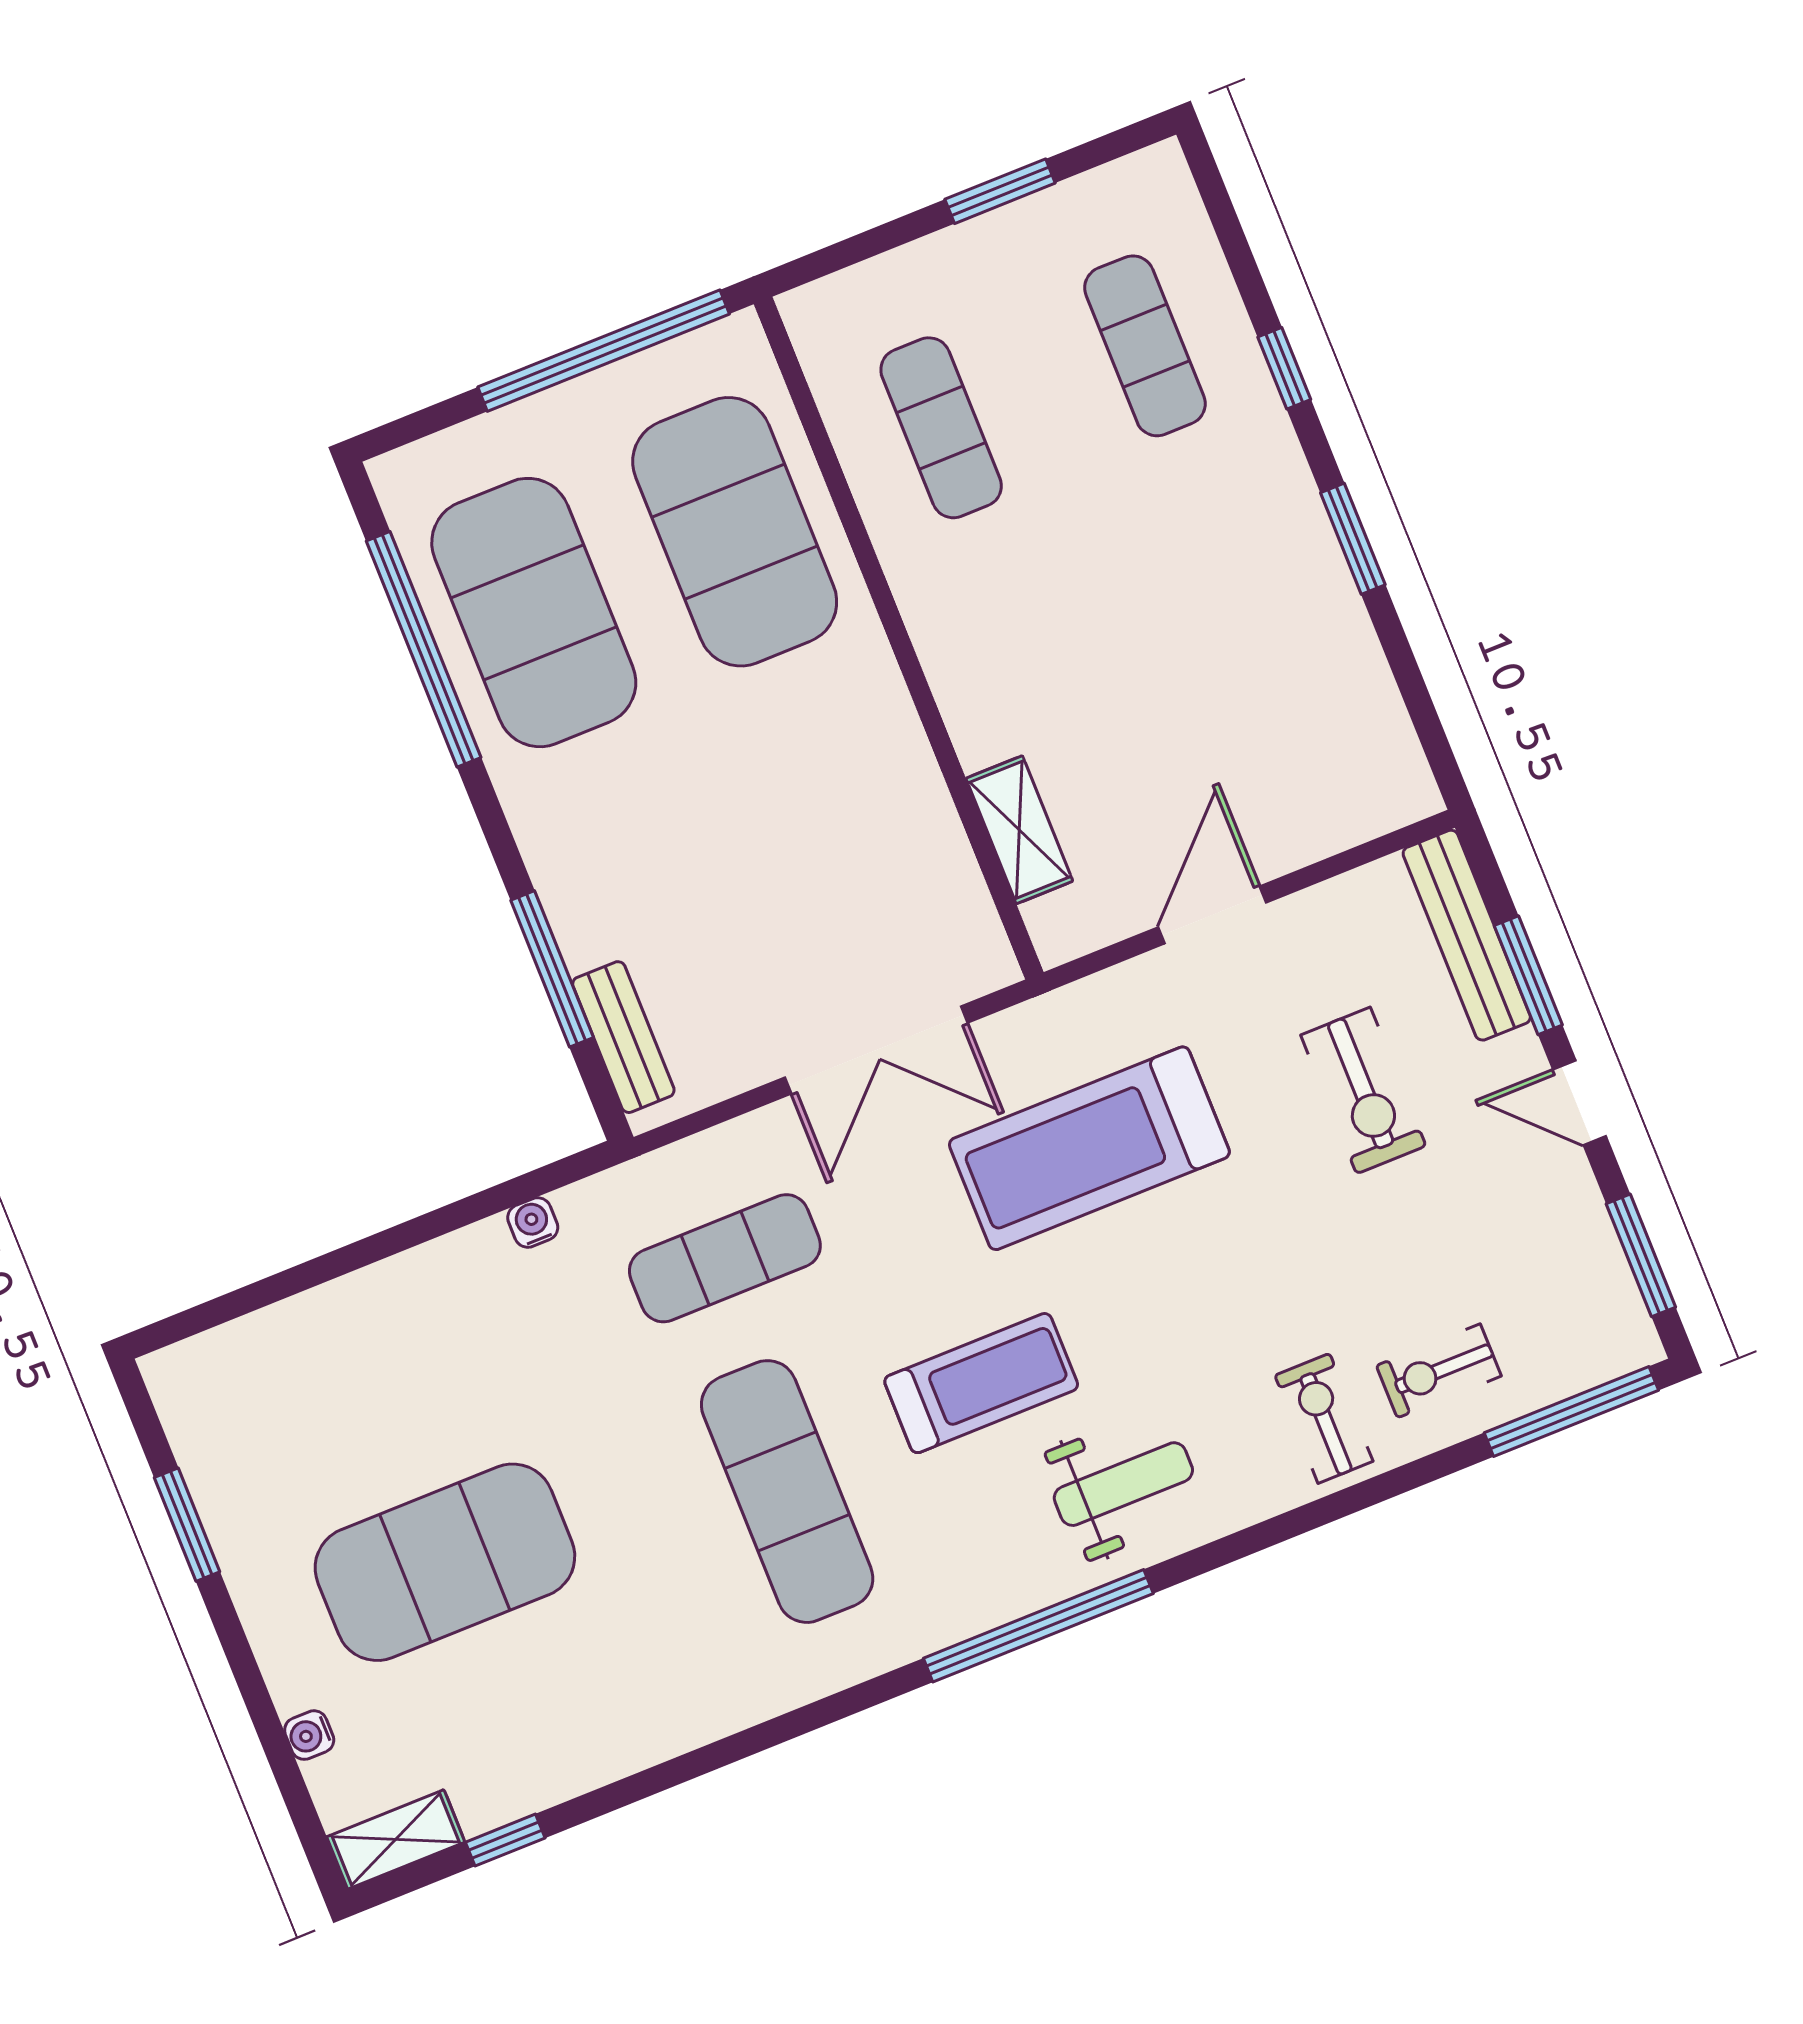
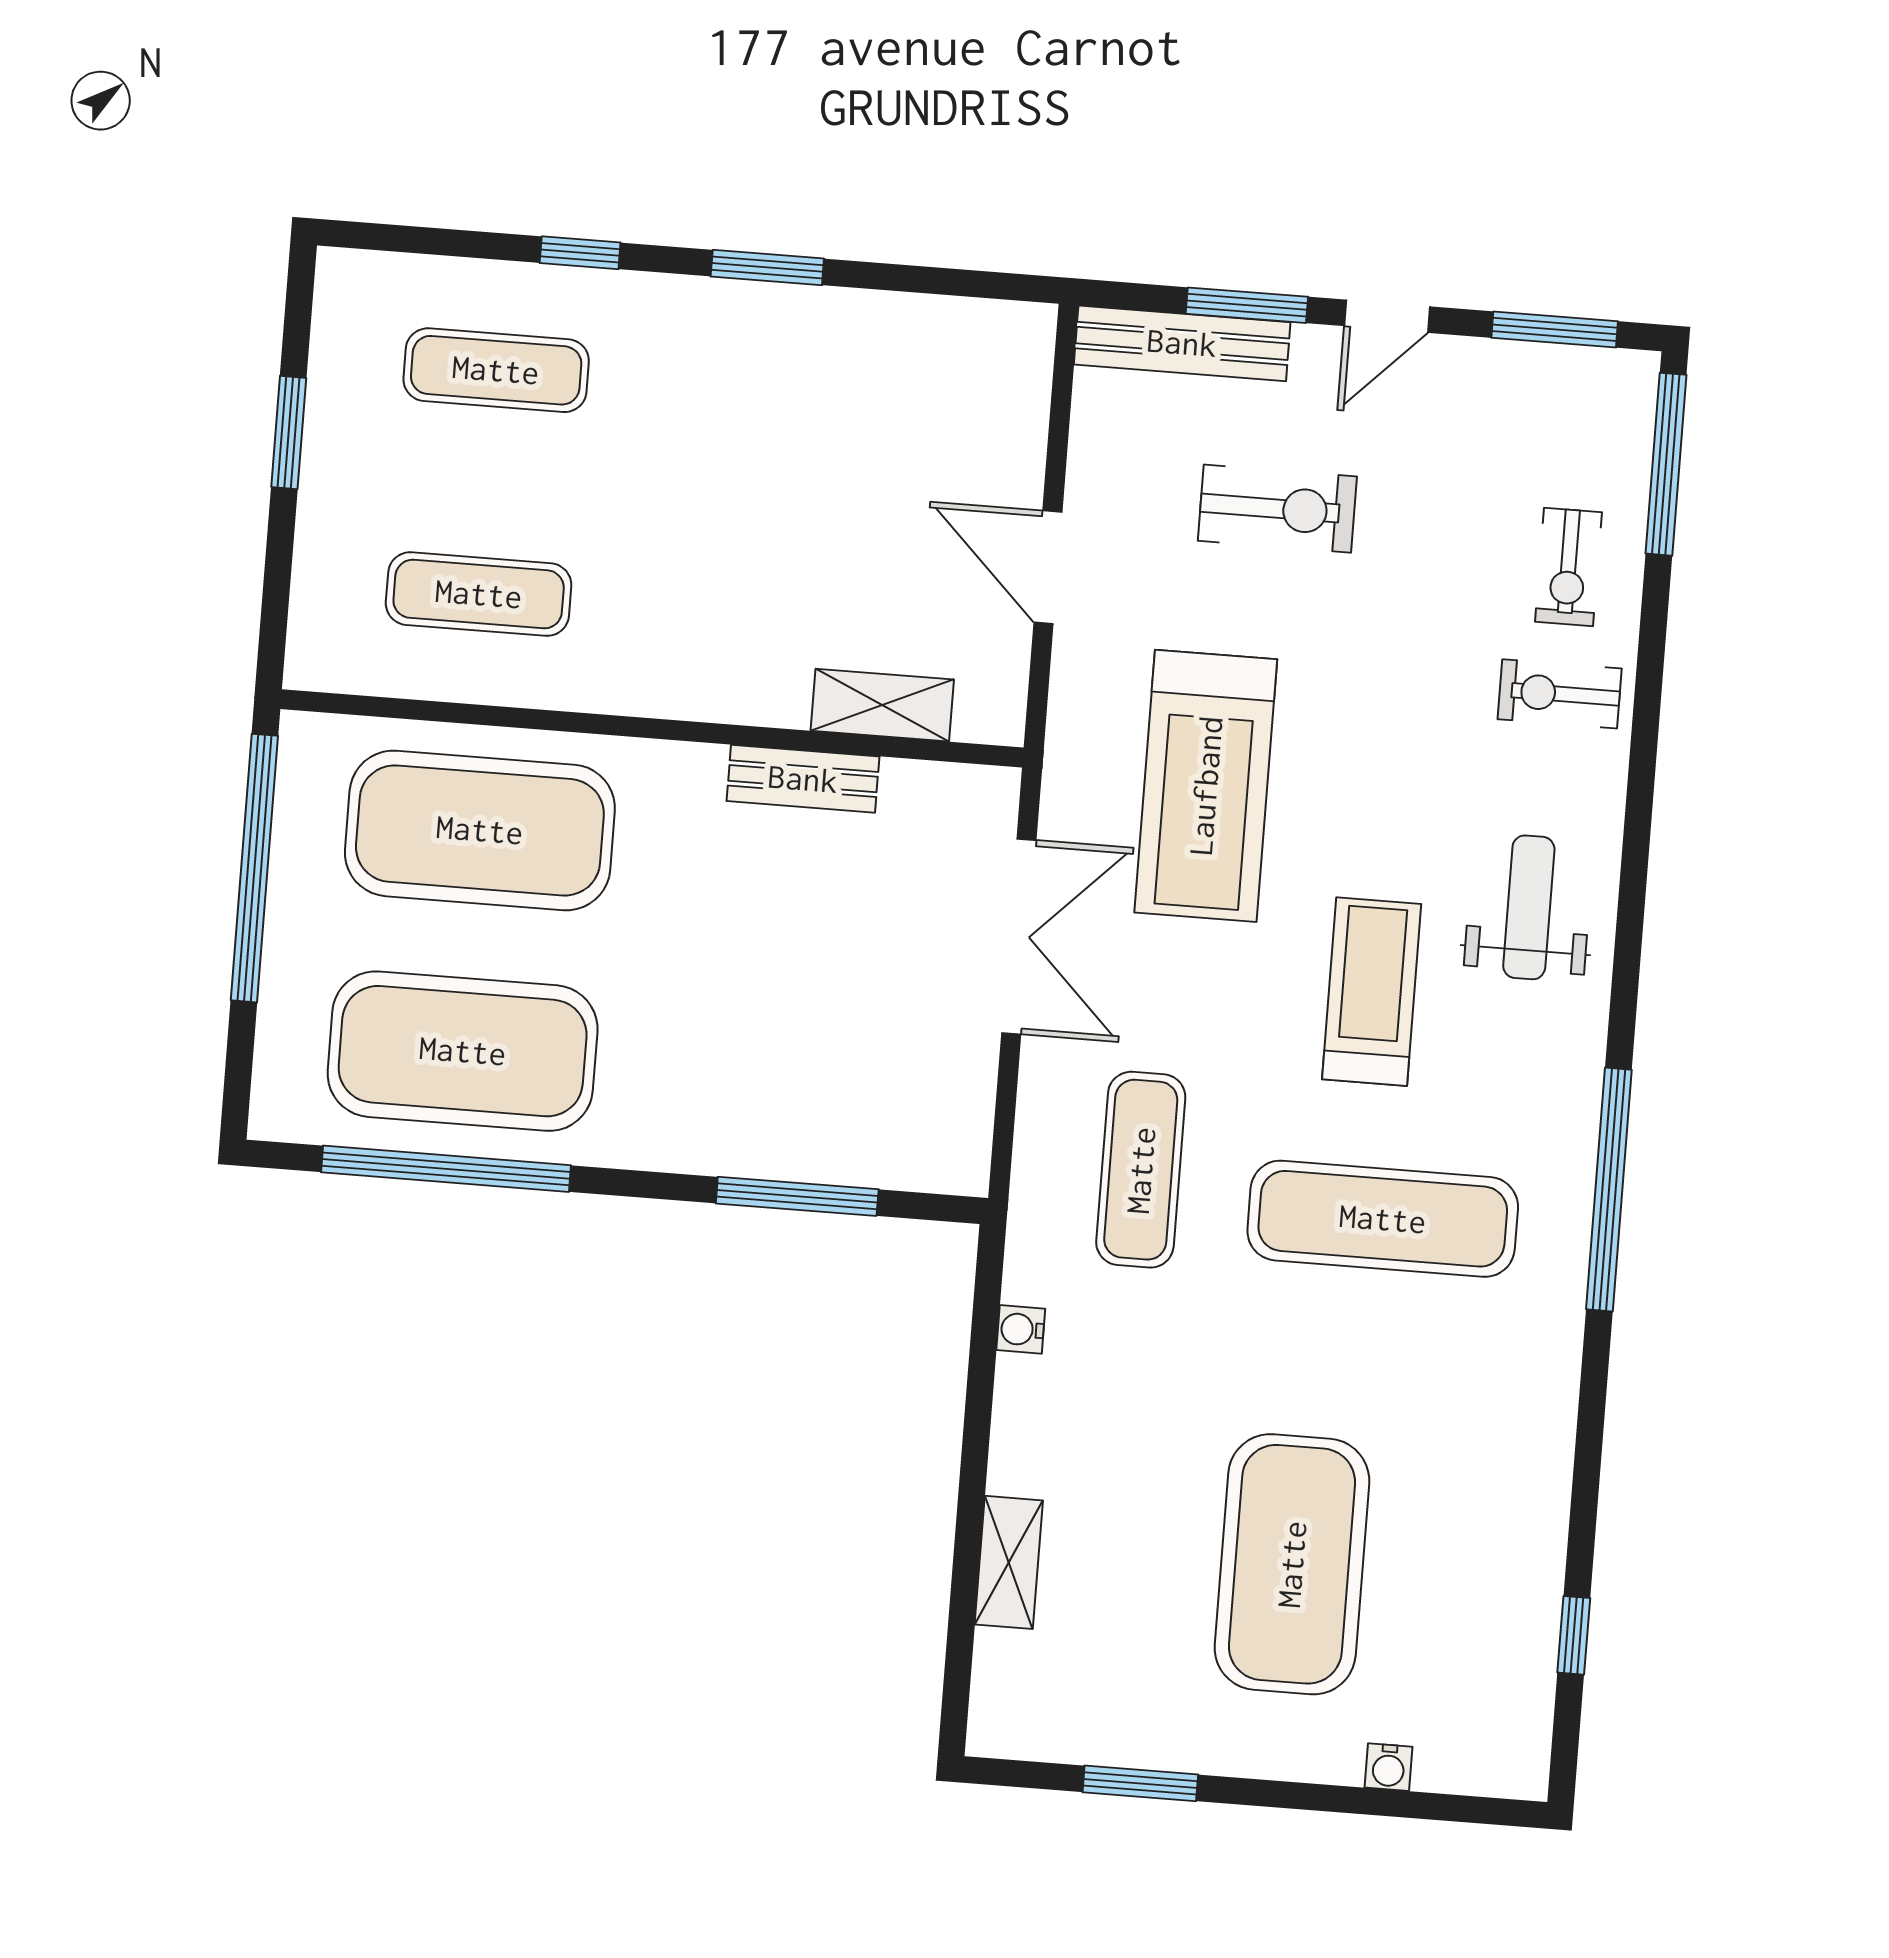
bench: (623, 1037) -> (803, 779), moved
window: (1038, 1626) -> (1609, 1190), moved
shelving: (396, 1839) -> (1009, 1562), moved

